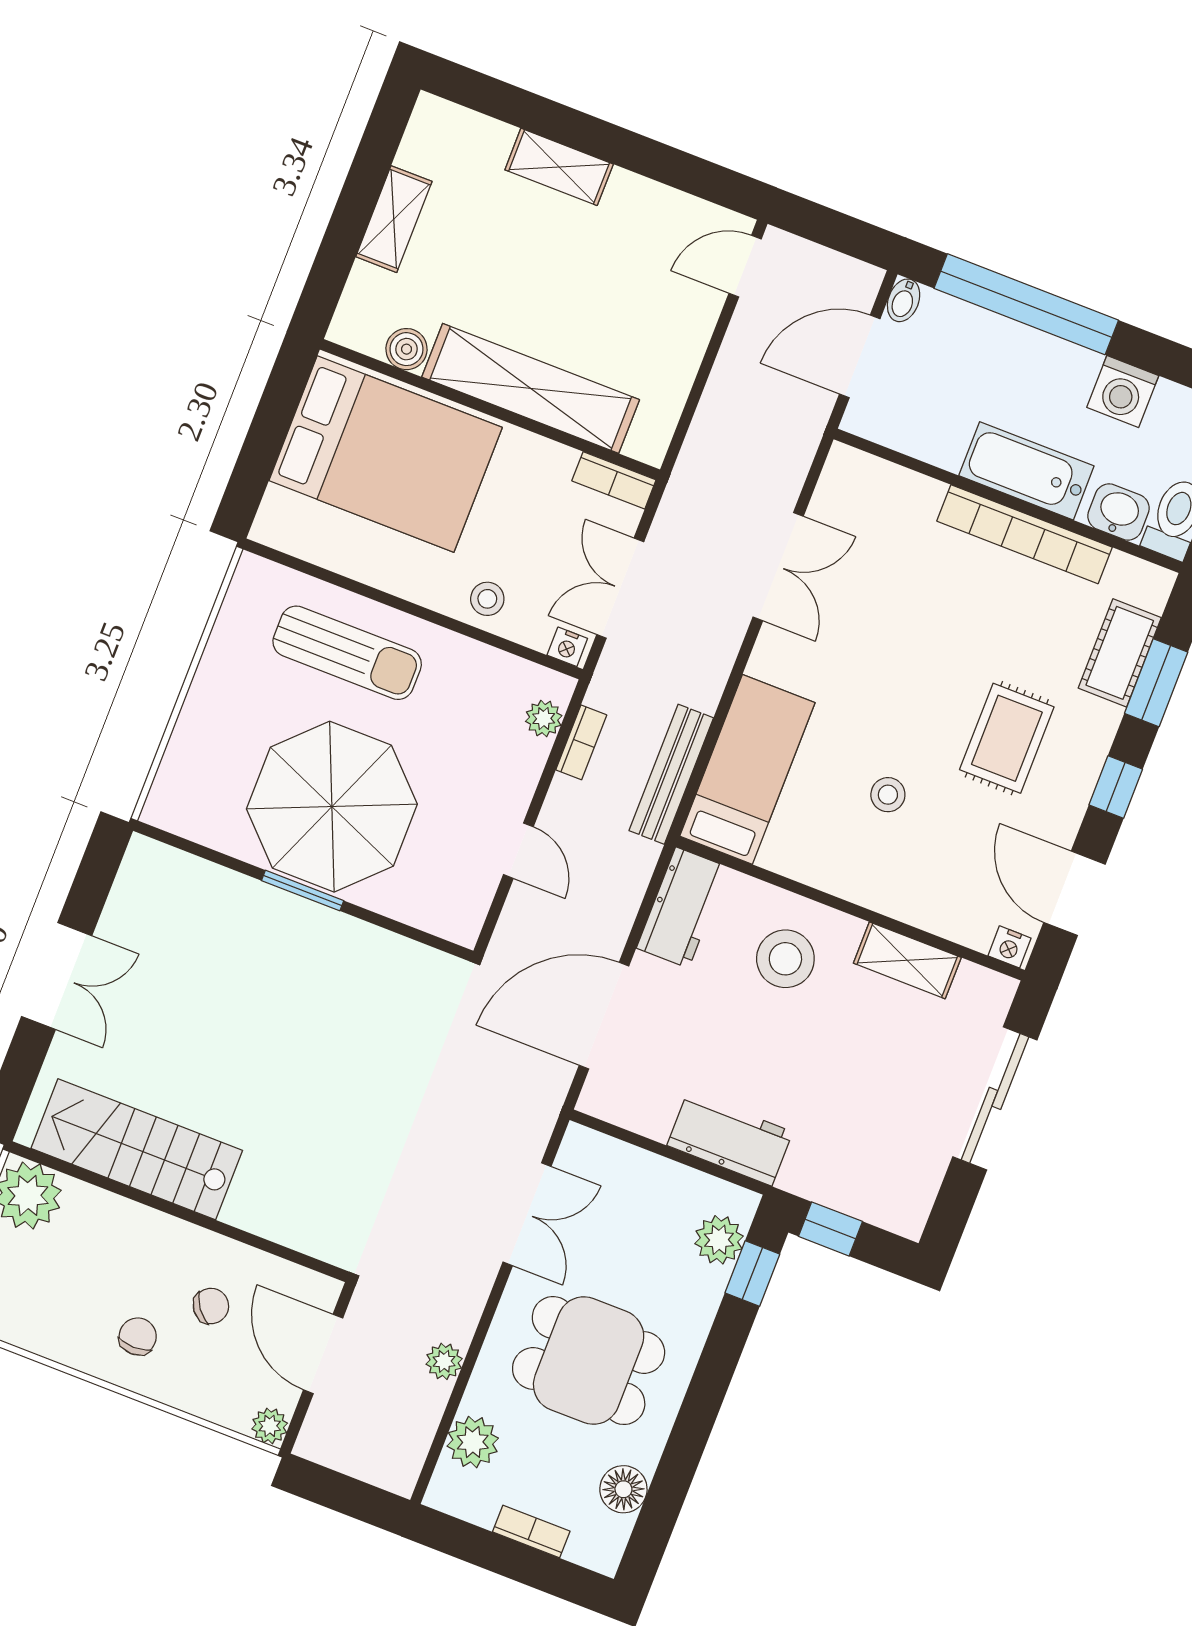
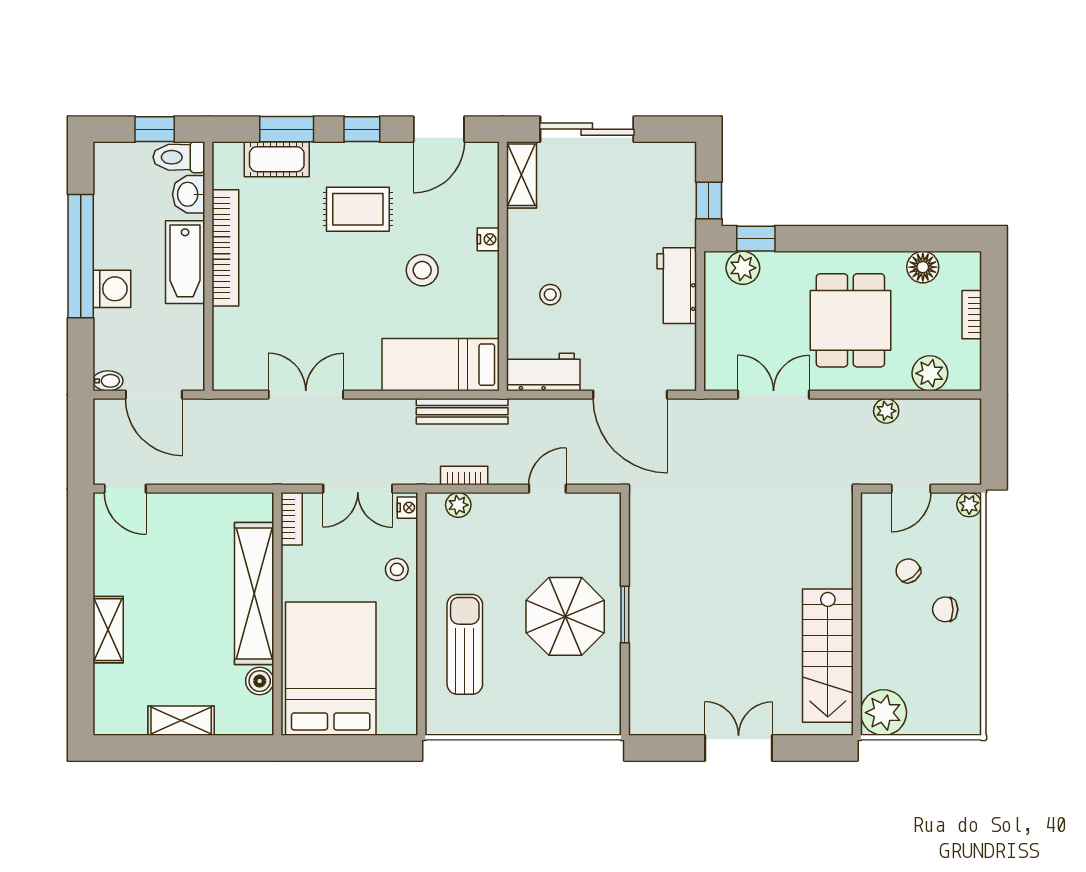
window: (1026, 304) -> (81, 256), moved
washing machine: (1123, 392) -> (112, 289), moved
stool: (888, 795) -> (422, 270), width x1.37, depth x1.37
parasol: (332, 807) -> (565, 616), width x0.73, depth x0.73
nightstand: (1009, 947) -> (488, 239), moved
stool: (785, 959) -> (550, 295), width x0.53, depth x0.53
shelving: (907, 960) -> (522, 175), moved
door: (323, 1354) -> (911, 489), width x0.73

